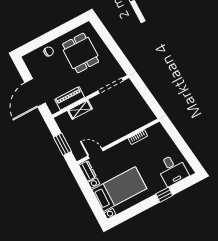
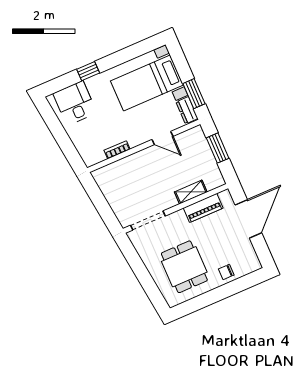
door: (96, 153) -> (163, 138), moved
window: (83, 184) -> (194, 94), added

